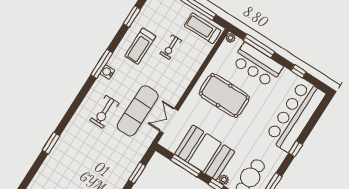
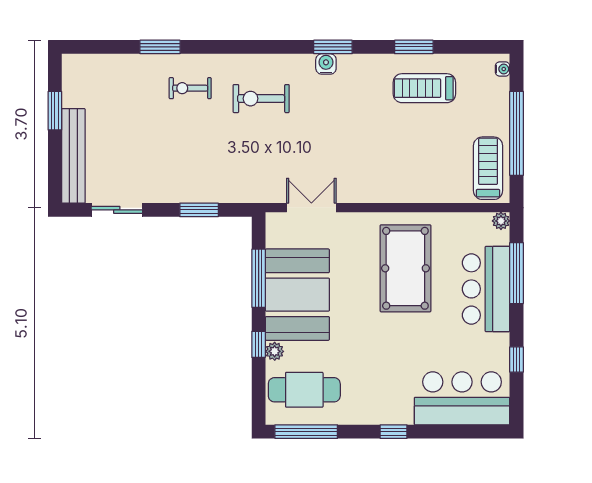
window: (132, 17) -> (414, 47), moved
treadmill: (140, 46) -> (424, 88), moved
exercise bike: (171, 47) -> (190, 88), moved
window: (102, 64) -> (333, 47), width x0.69
exercise mat: (138, 111) -> (296, 149), removed
bar counter: (295, 116) -> (462, 398), width x0.73

